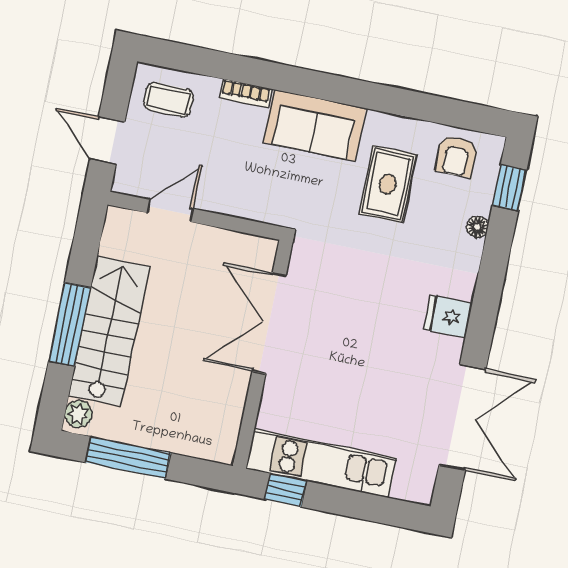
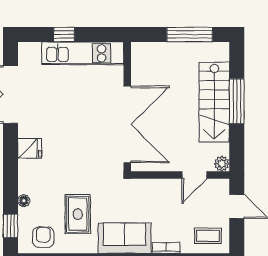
double door: (269, 323) -> (127, 124), width x1.36
plant: (78, 414) -> (222, 164), moved
window: (286, 490) -> (64, 35), moved

